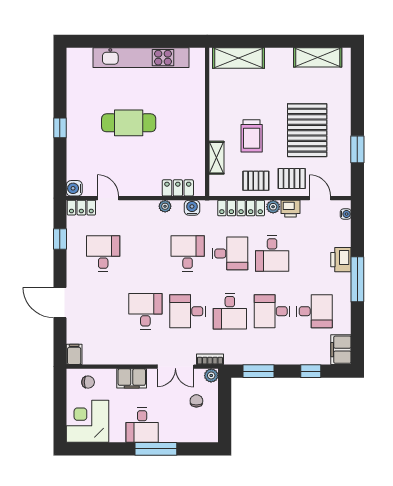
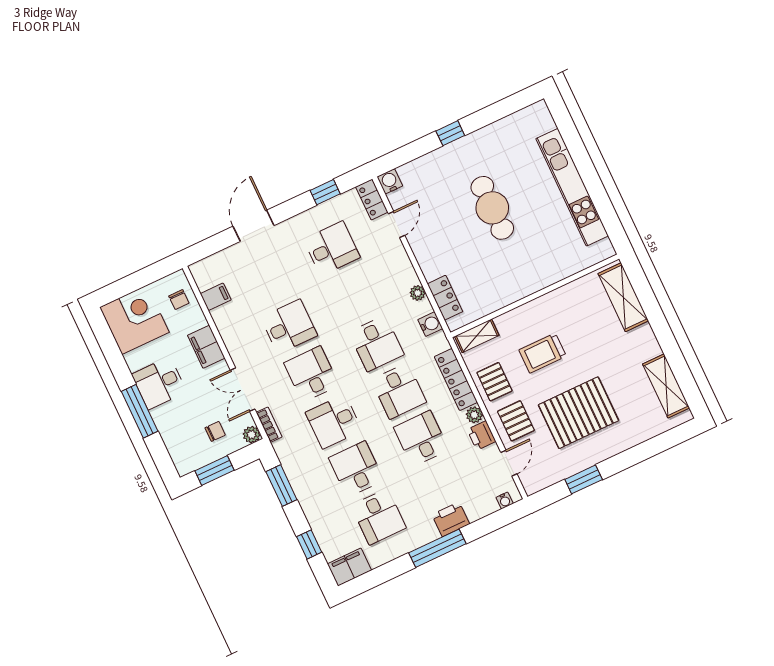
shelving: (216, 158) -> (477, 336), moved
desk: (188, 253) -> (376, 343), turned 90
desk: (272, 253) -> (421, 439), turned 90
filing cabinet: (74, 354) -> (216, 297), moved
window: (225, 415) -> (214, 470), added

